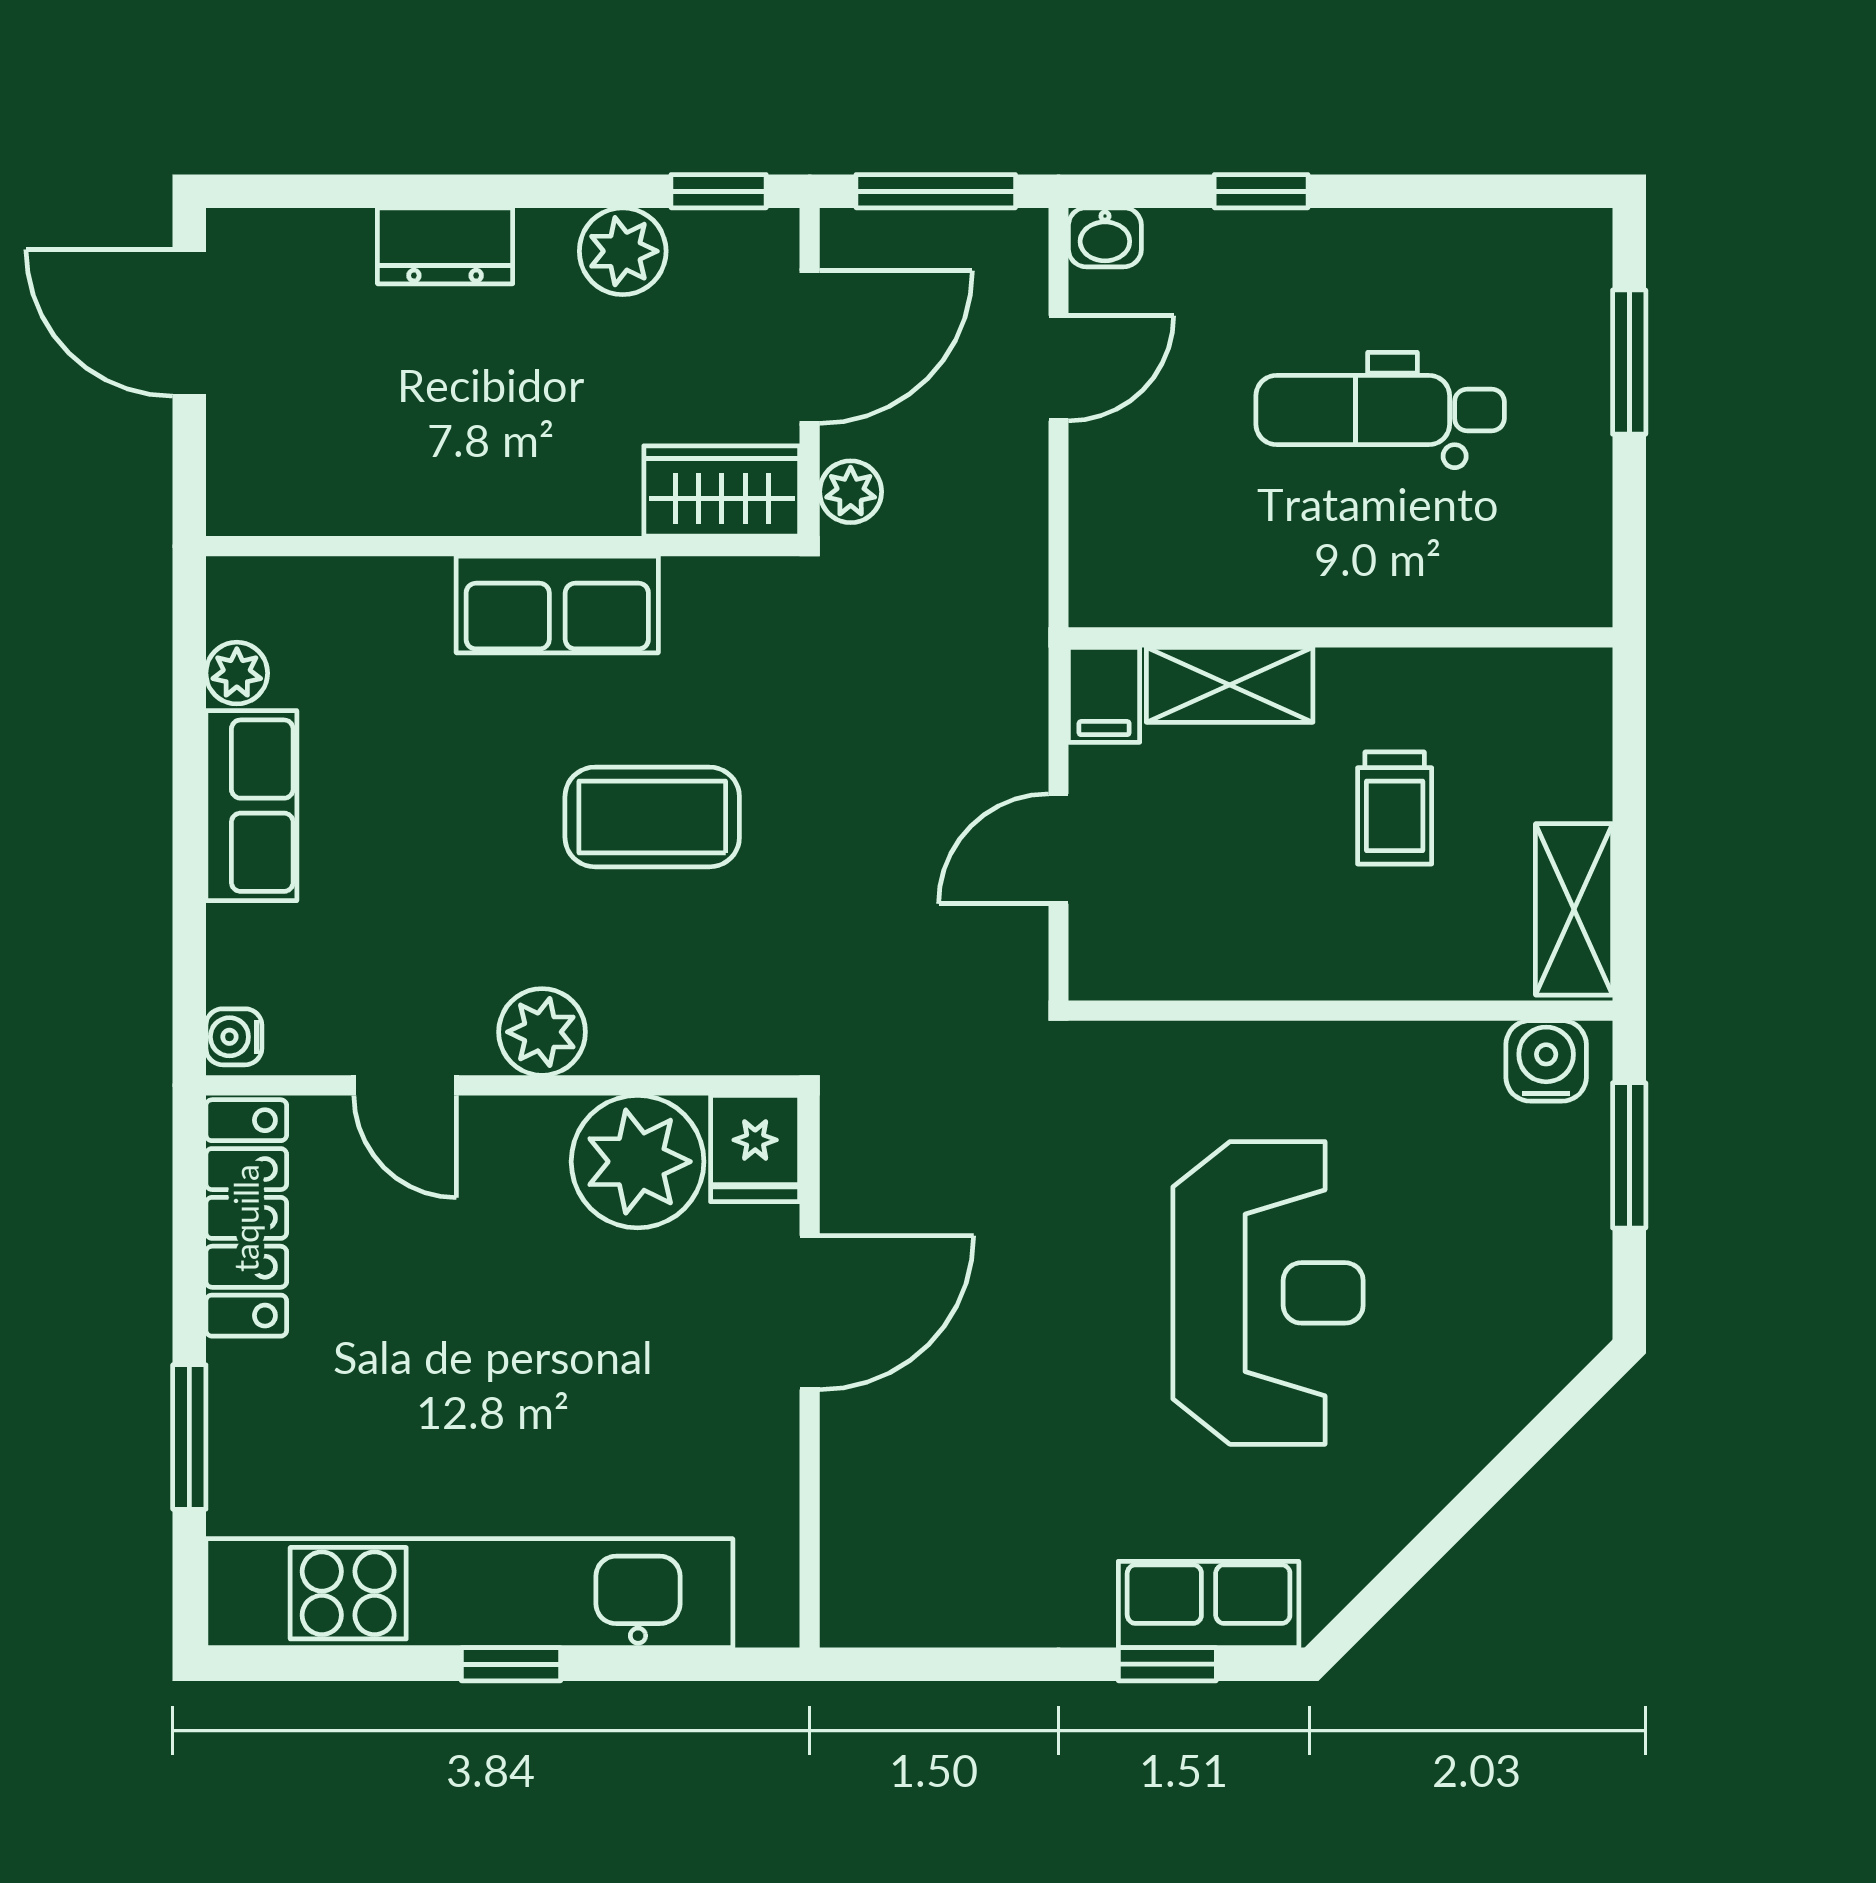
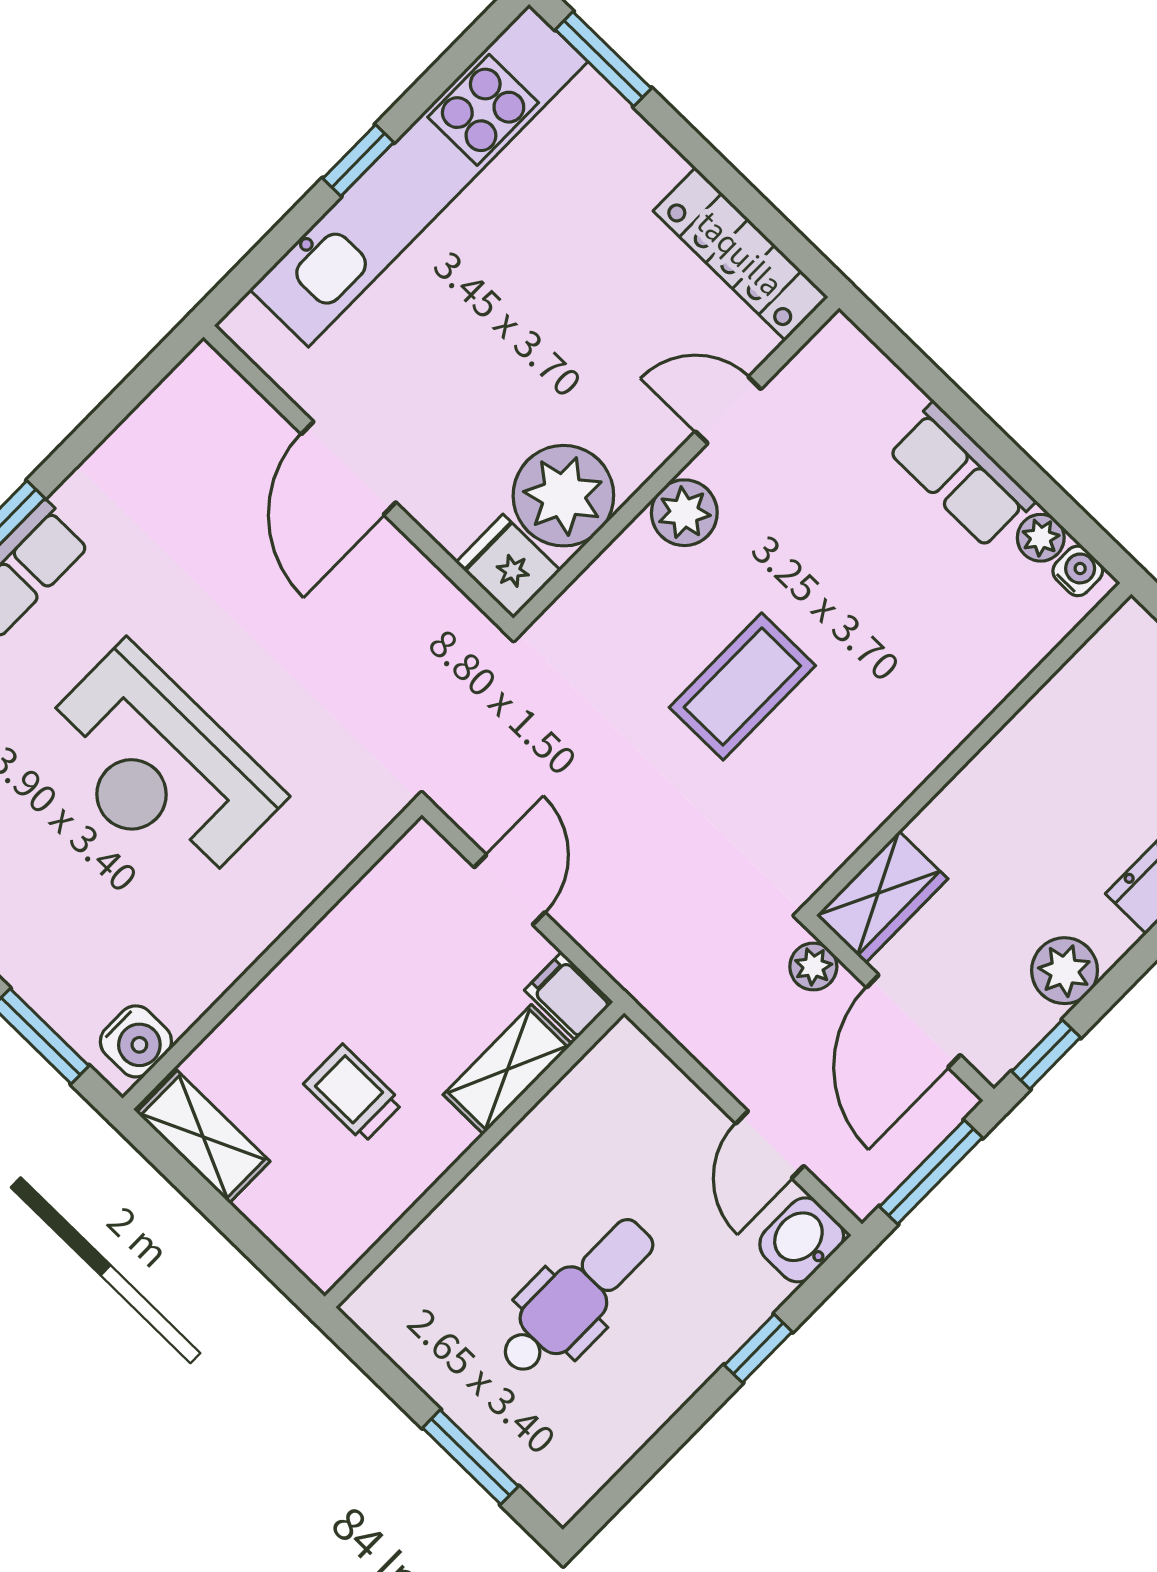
washbasin: (1105, 237) -> (802, 1240), width x1.38, depth x1.45
row of seats: (557, 604) -> (908, 748), removed
water cooler: (234, 1037) -> (1078, 571), moved
door: (810, 1313) -> (349, 468), moved
window: (189, 1437) -> (603, 59), moved

